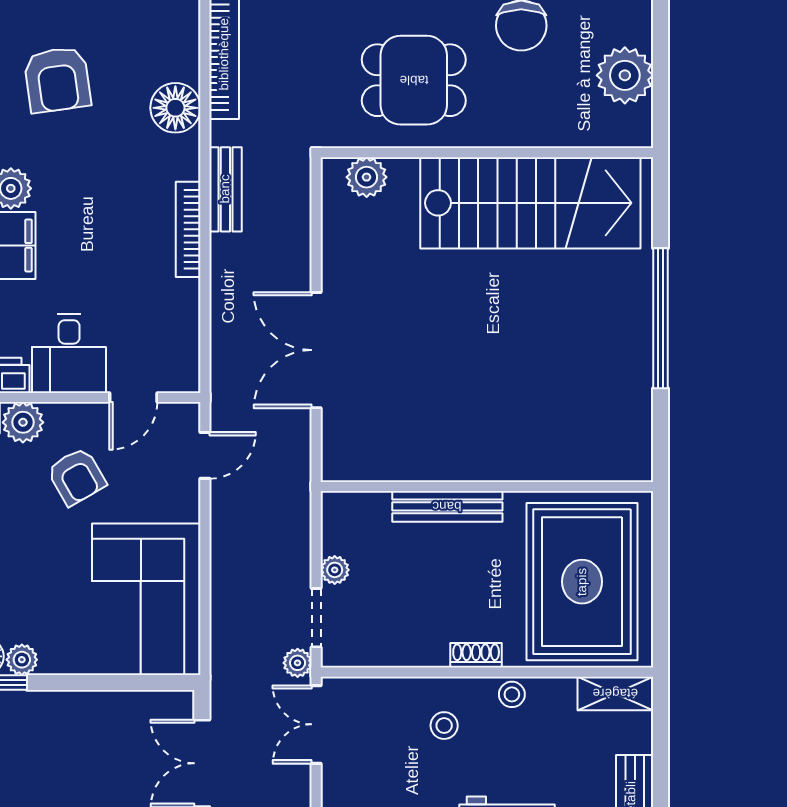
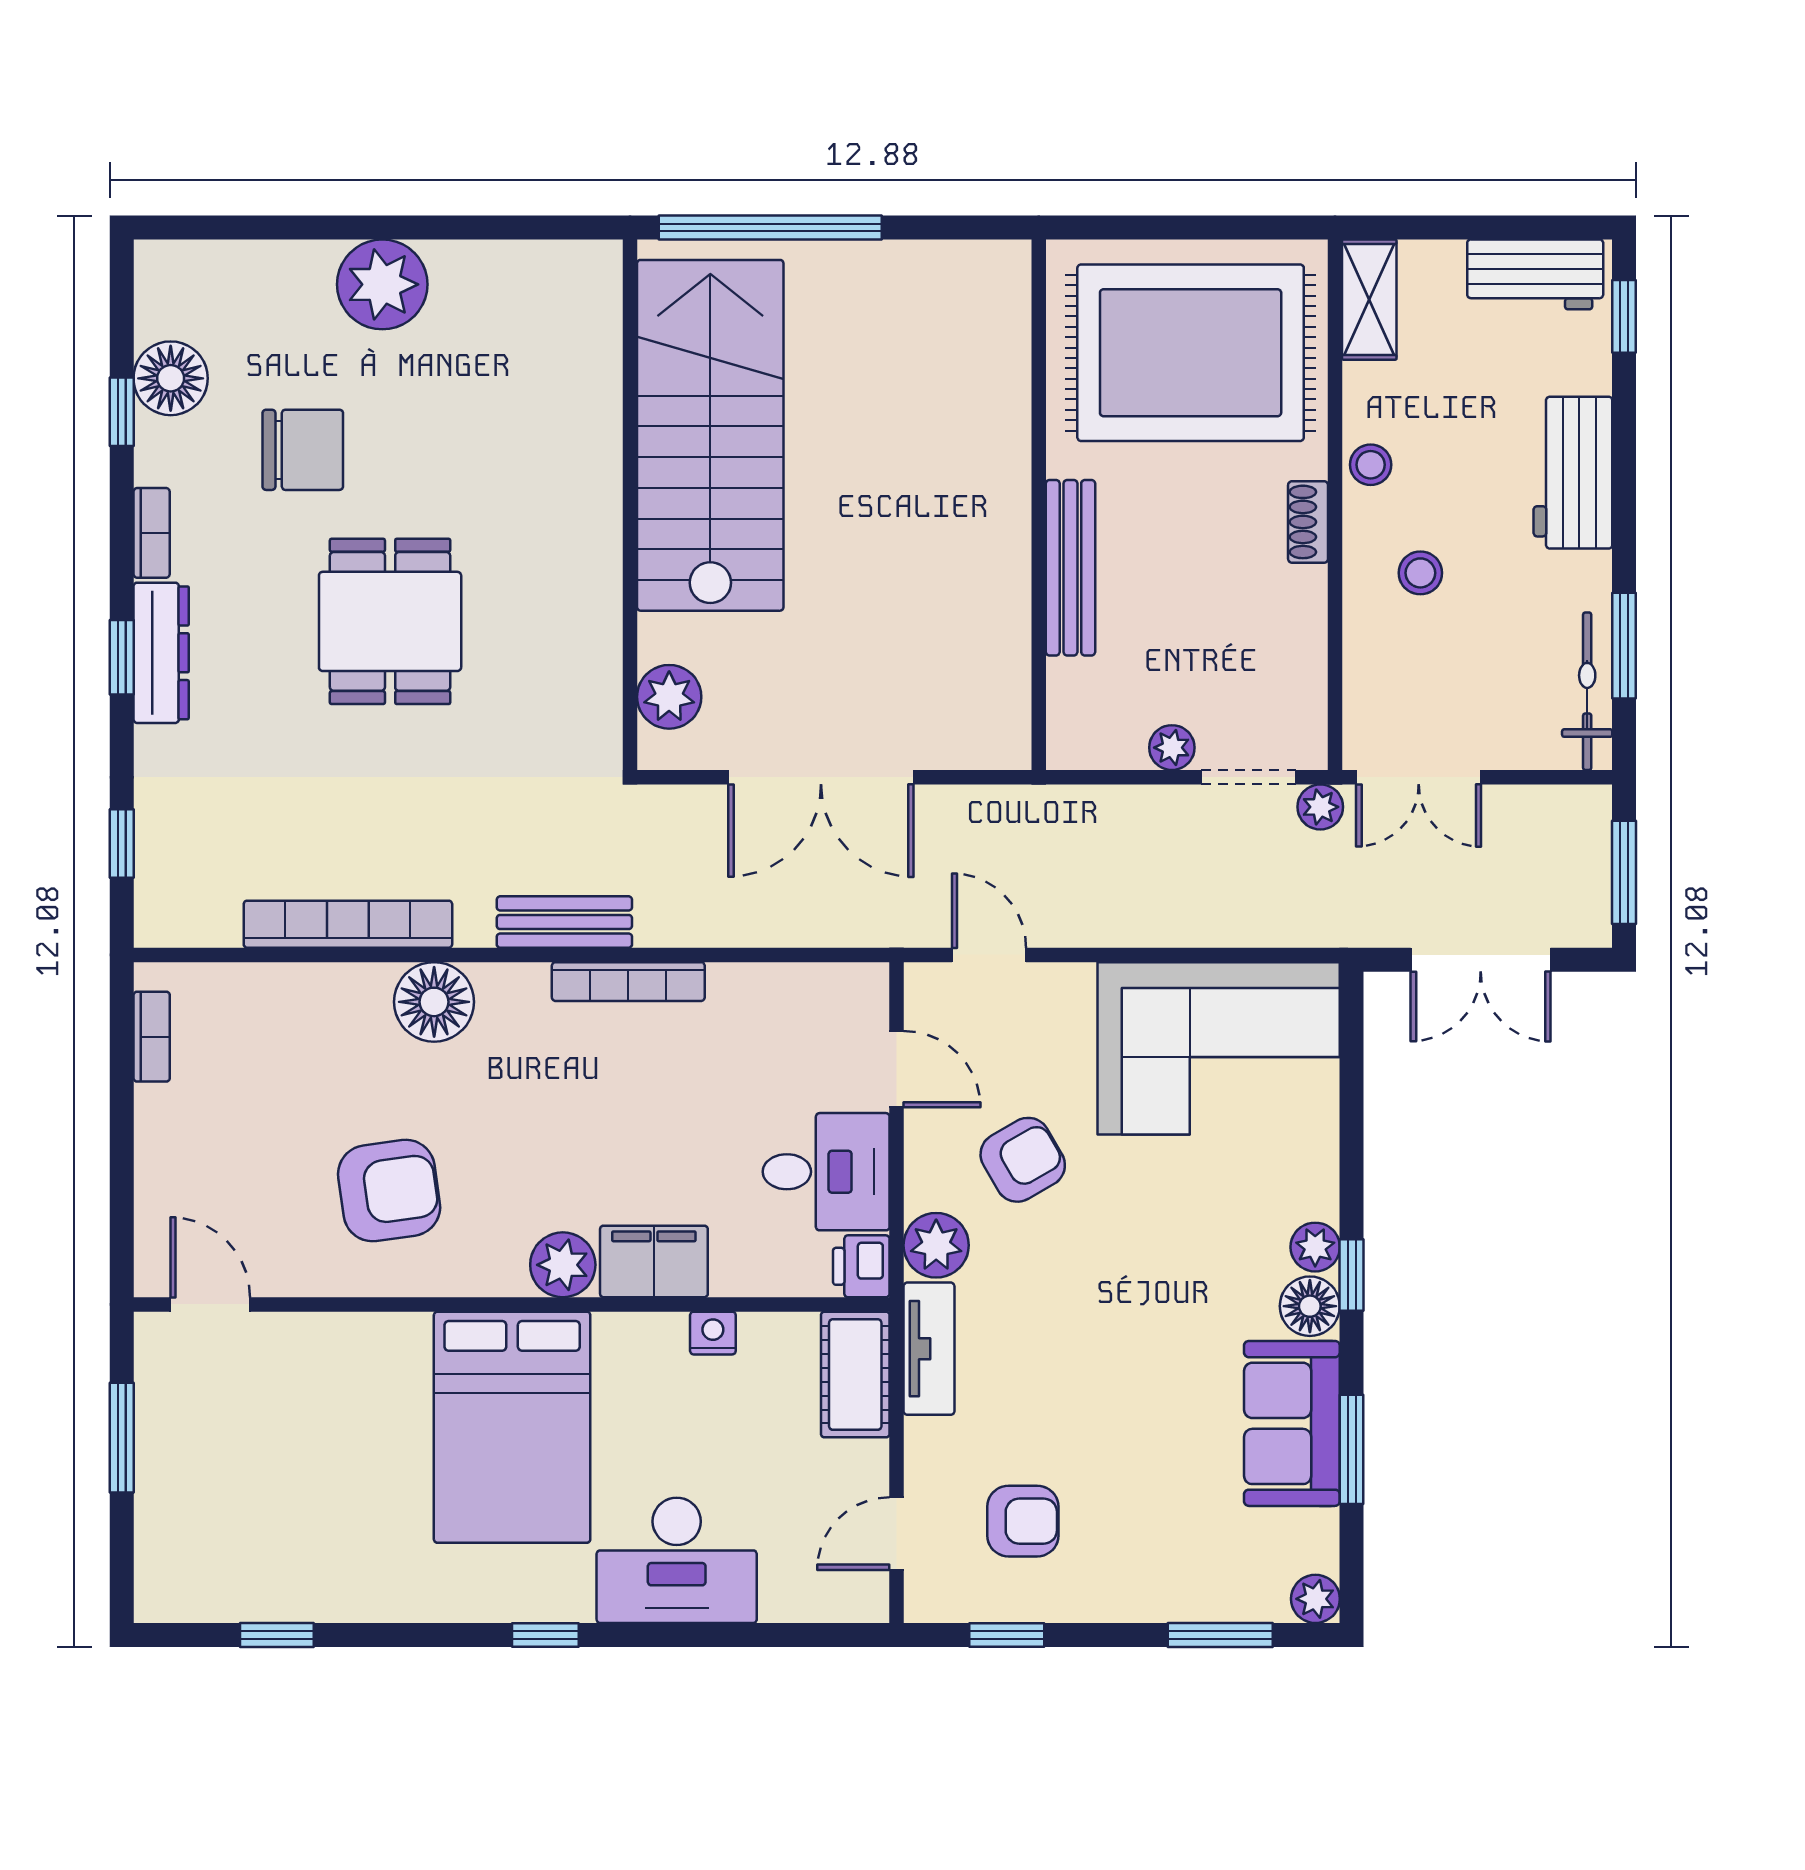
wall: (487, 153) -> (630, 505), moved
plant: (367, 177) -> (669, 697), moved
stairs: (530, 203) -> (710, 435), moved

